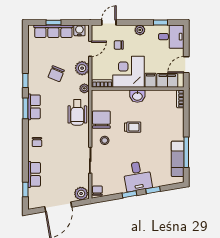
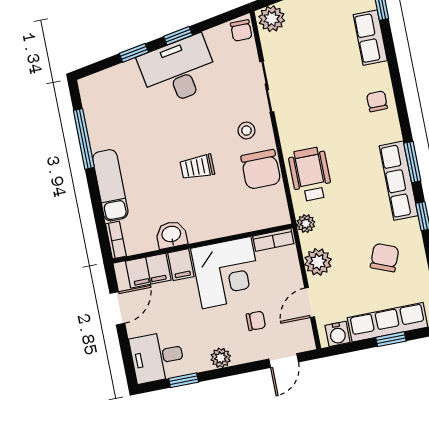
chair: (56, 74) -> (385, 258), moved
washbasin: (137, 96) -> (171, 235), moved
row of seats: (34, 107) -> (399, 181), width x1.48
exam couch: (178, 159) -> (110, 185), moved
desk: (137, 176) -> (178, 70), width x1.37

